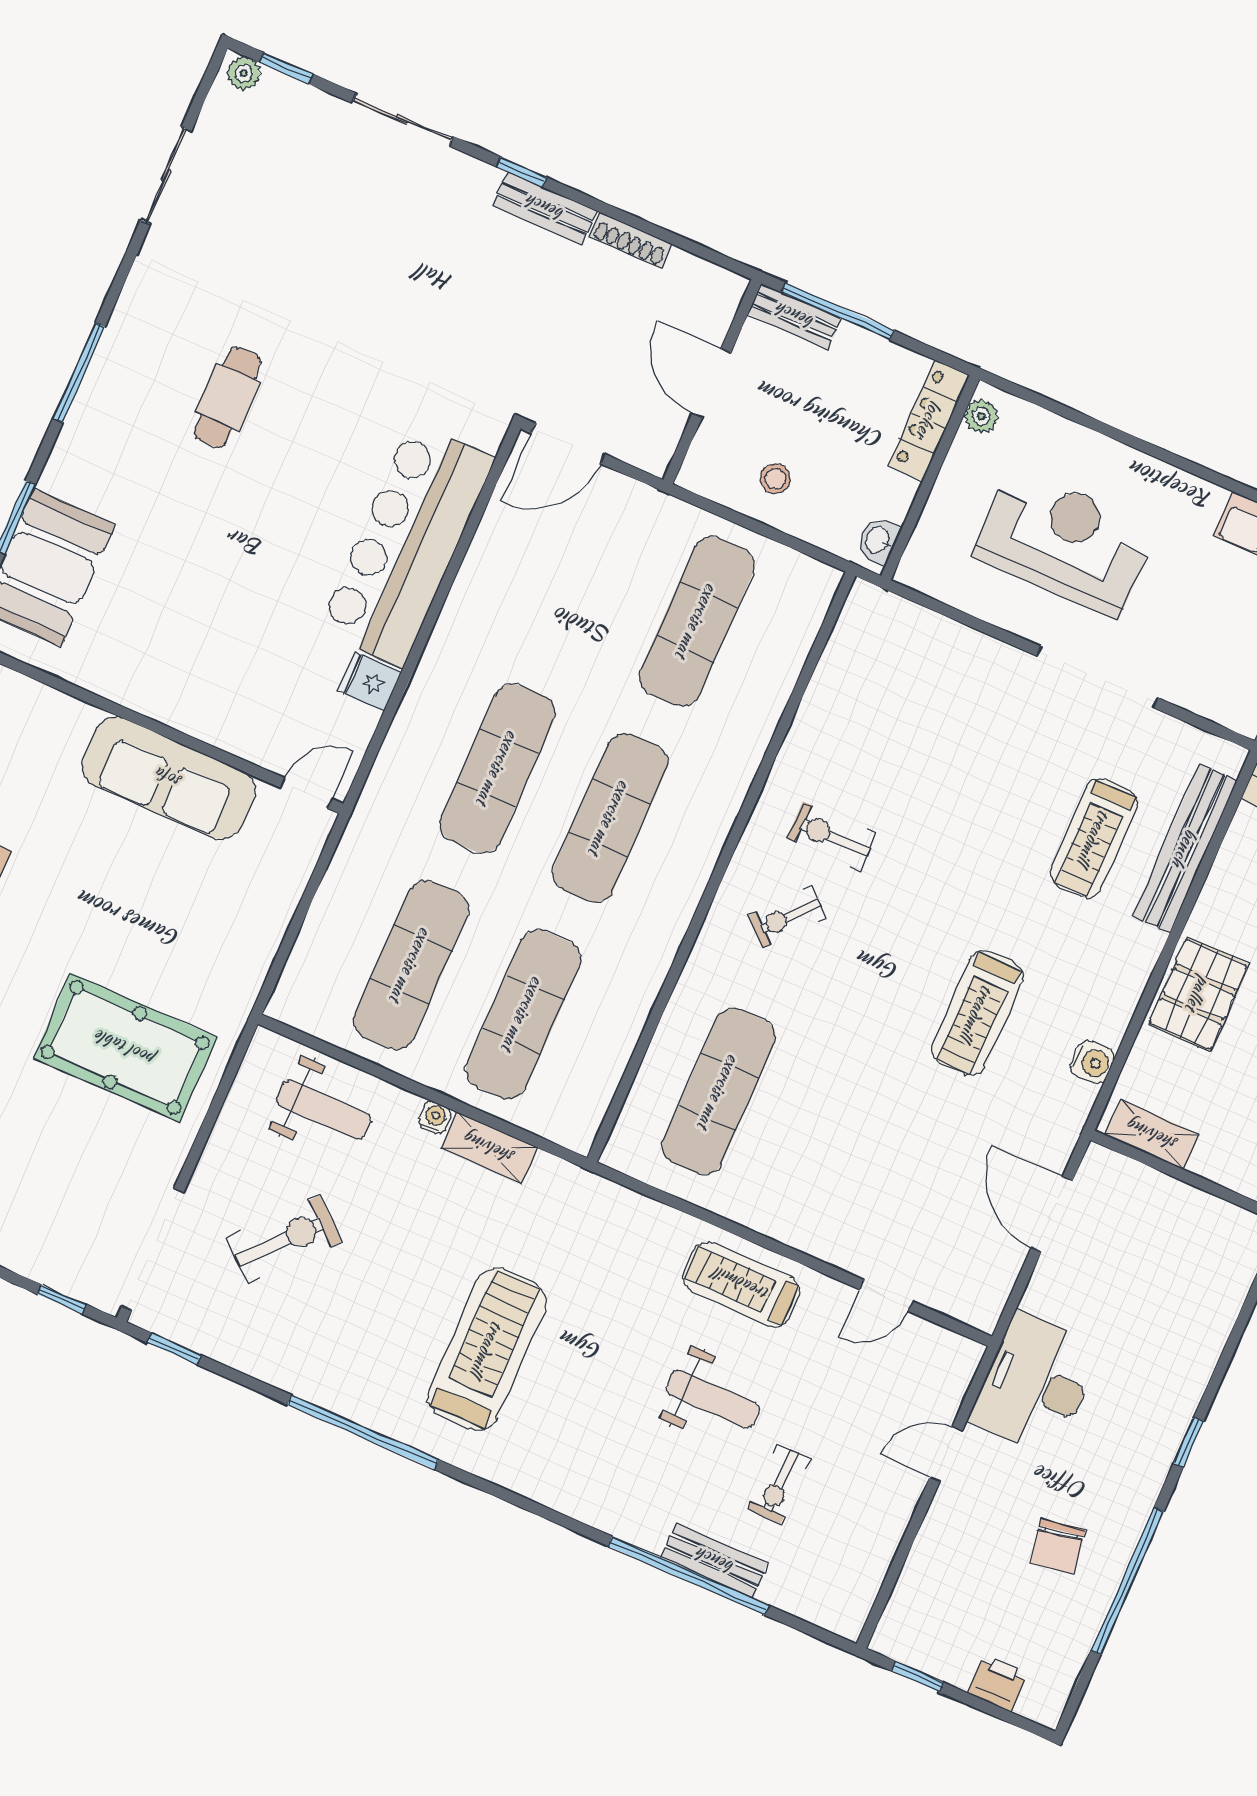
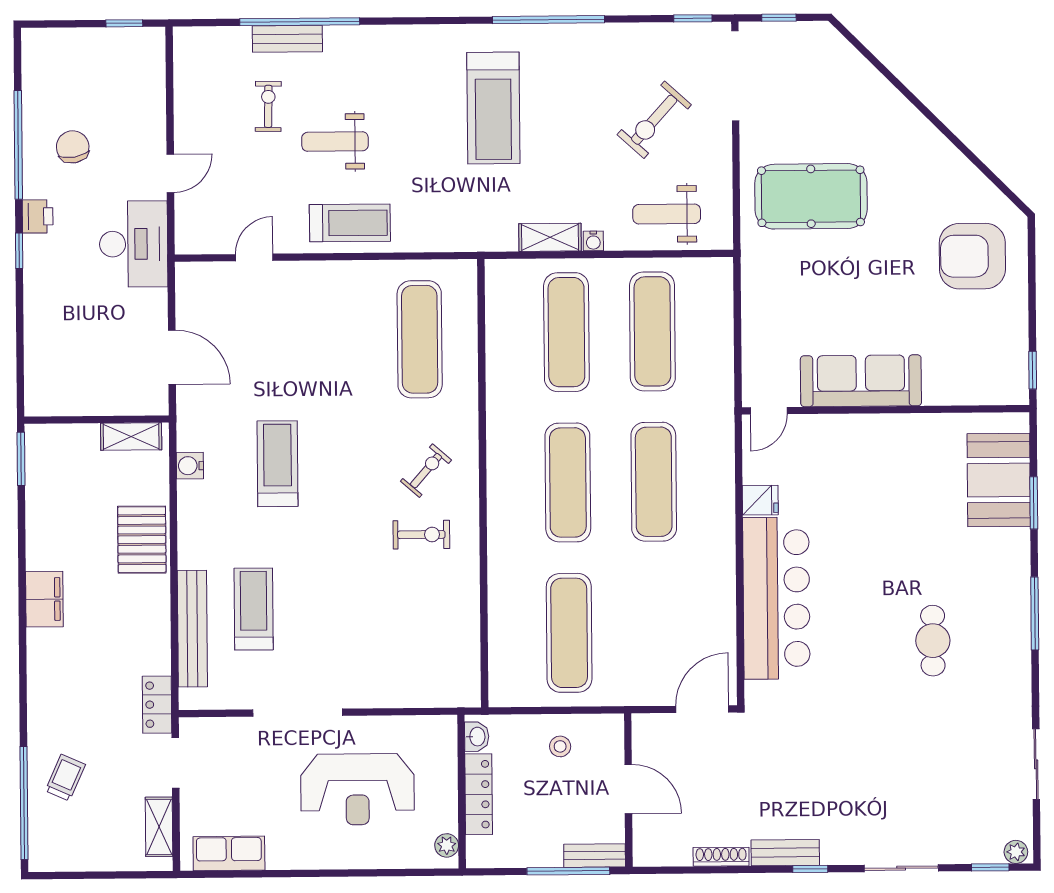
locker: (929, 420) -> (479, 794), moved
printer: (998, 1683) -> (38, 216), moved, turned -90

